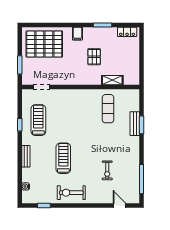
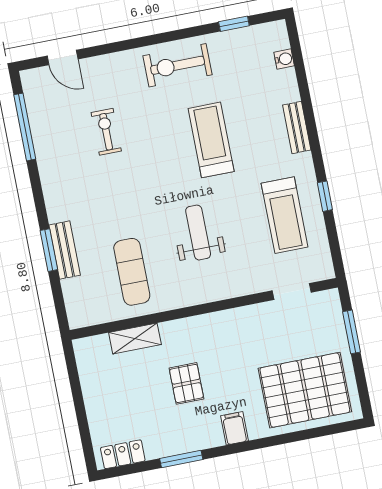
weight bench: (77, 120) -> (198, 233), added
treadmill: (63, 158) -> (211, 140), turned 180
exercise bike: (71, 193) -> (178, 65), turned 180

